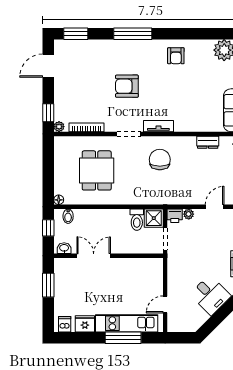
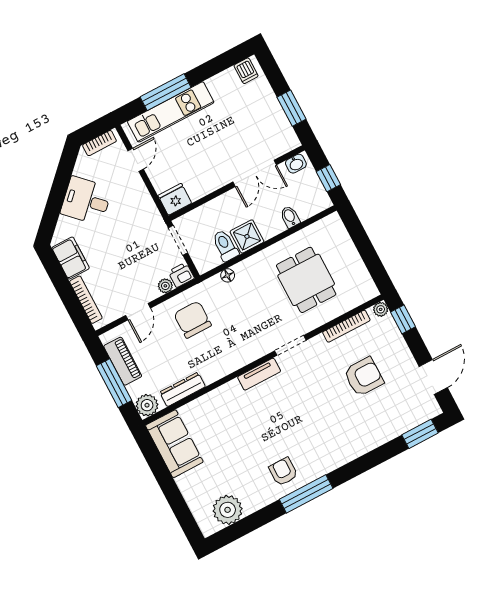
window: (133, 34) -> (306, 494), moved
armchair: (127, 86) -> (364, 377), moved
dresser: (208, 142) -> (183, 389), width x1.44
chair: (160, 160) -> (193, 320), moved, turned 180
floor lamp: (59, 200) -> (228, 275), moved
bidet: (68, 216) -> (290, 217), moved
shower: (154, 218) -> (247, 236), moved
fridge: (85, 324) -> (175, 199), moved, turned 180
bookcase: (183, 327) -> (99, 143), added

